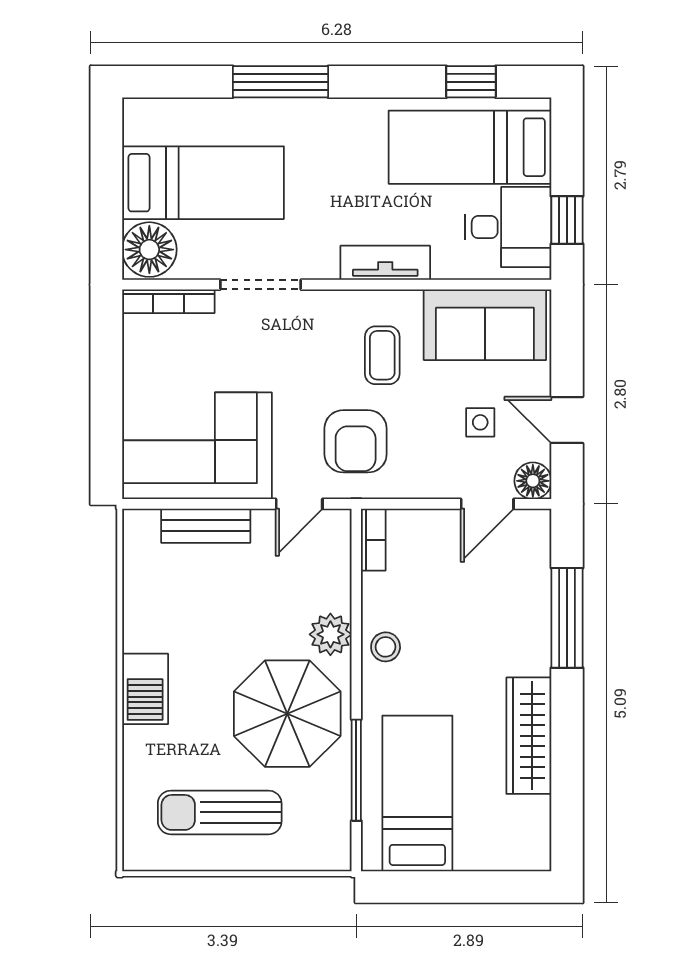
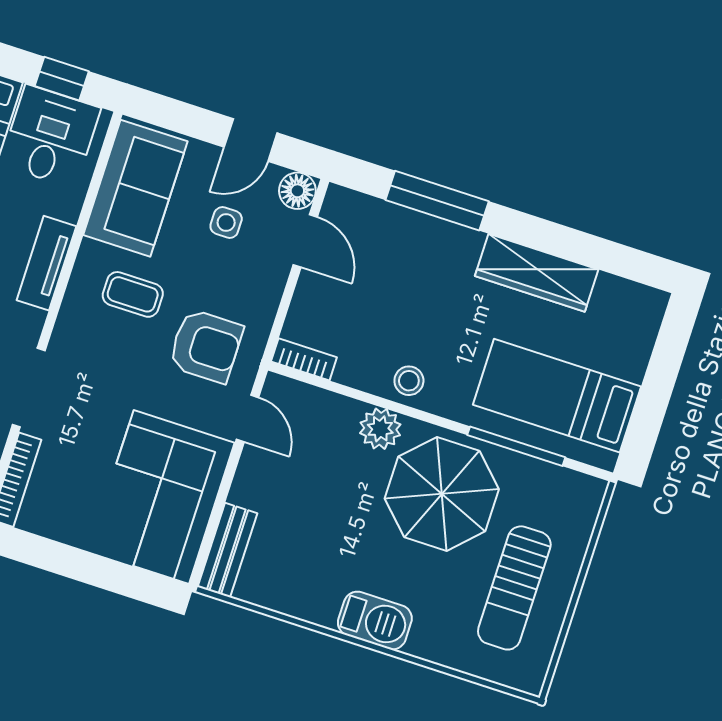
bench: (206, 526) -> (227, 550), moved

